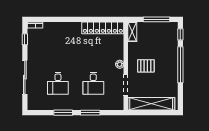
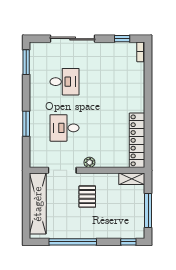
window: (180, 65) -> (73, 242), moved
desk: (58, 83) -> (65, 82), turned 180
window: (63, 113) -> (26, 62), moved

